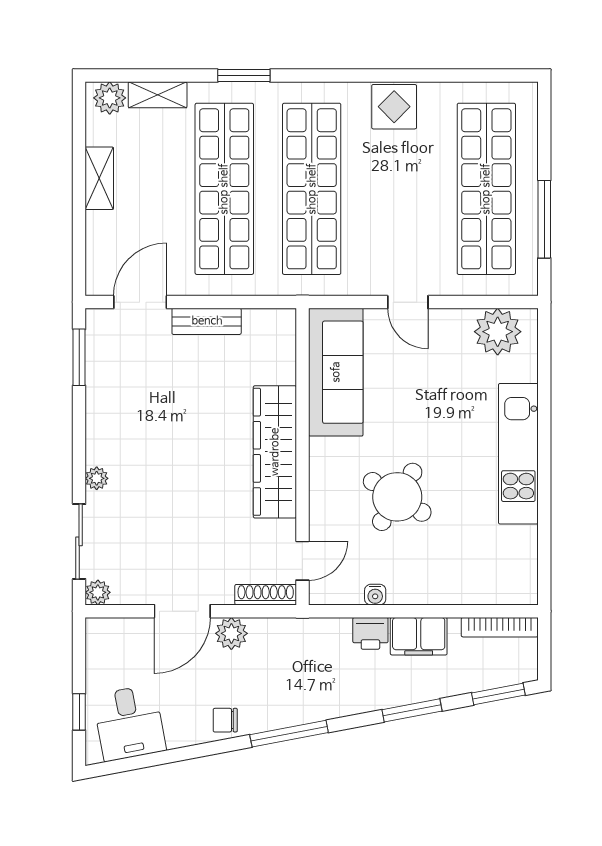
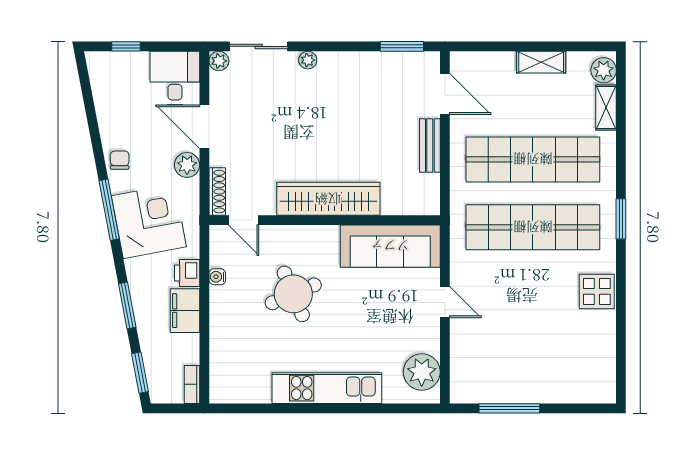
window: (244, 76) -> (621, 219), moved
shop shelf: (486, 189) -> (533, 363), removed
door: (408, 302) -> (445, 302), swing flipped
round table: (397, 497) -> (293, 294), turned 35
bookcase: (500, 627) -> (192, 384), width x0.64
corner desk: (304, 683) -> (149, 221), added
desk: (129, 723) -> (175, 78), moved, turned 101

